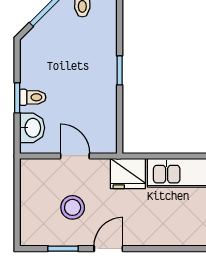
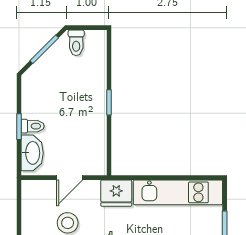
washbasin: (32, 128) -> (32, 153), width x1.38
door: (75, 156) -> (70, 178), swing flipped

